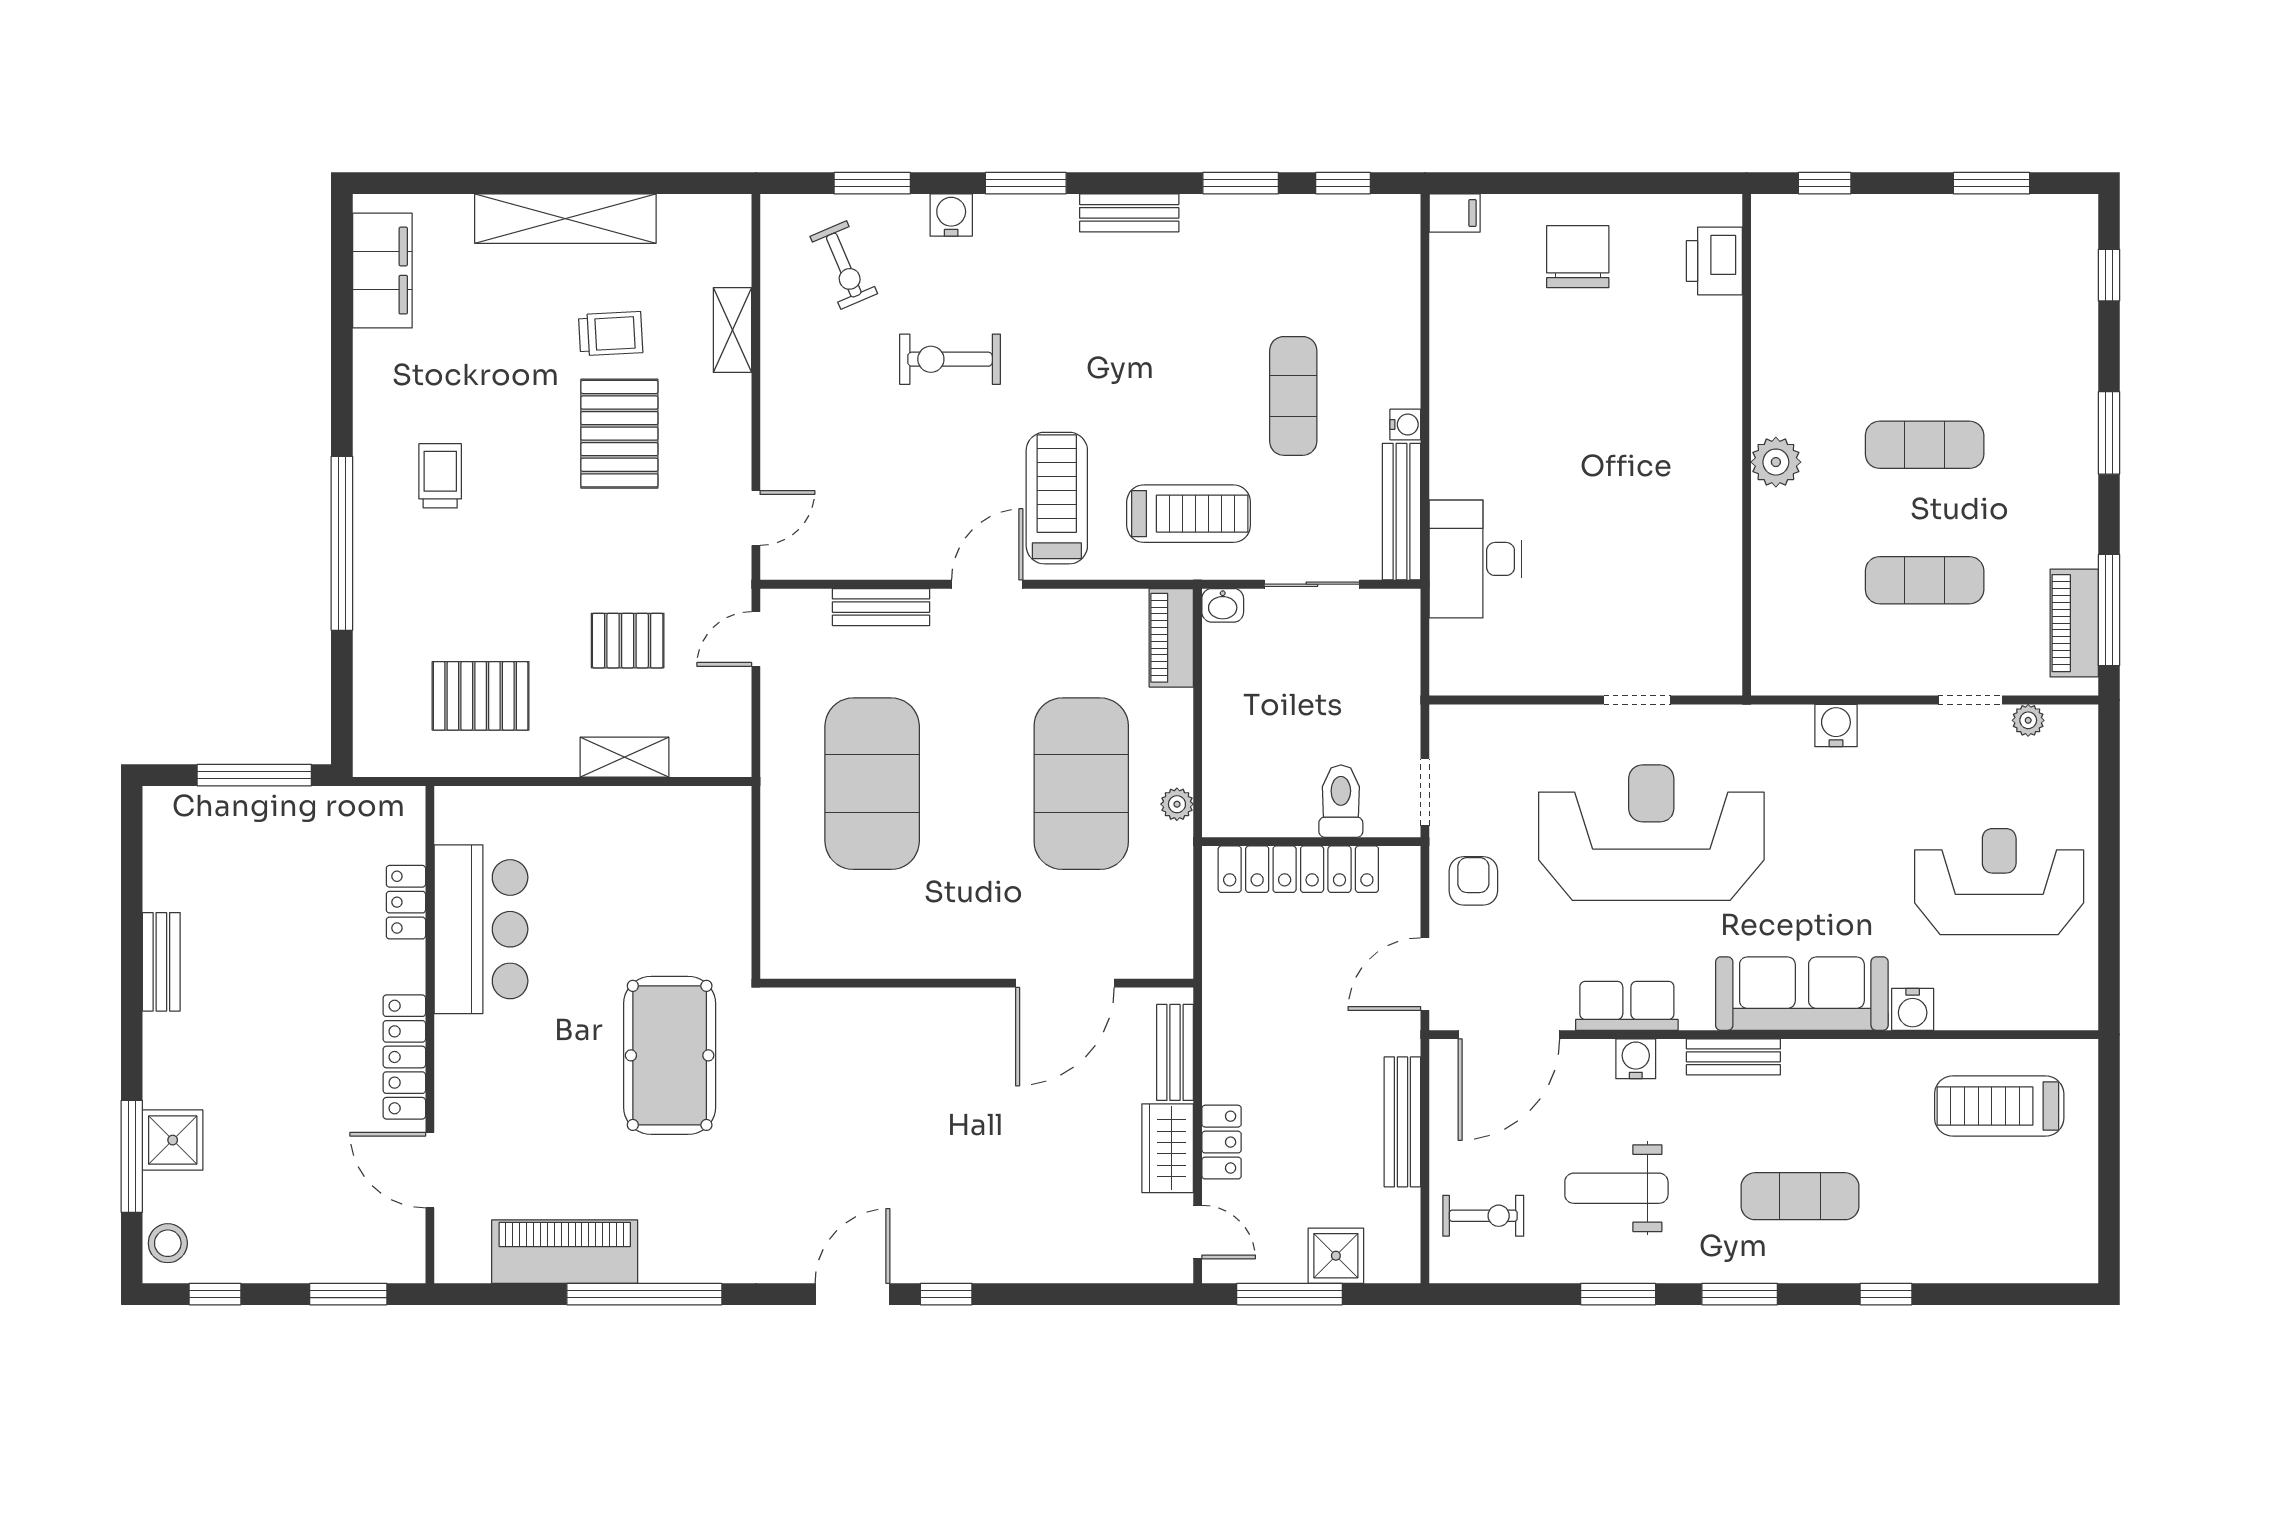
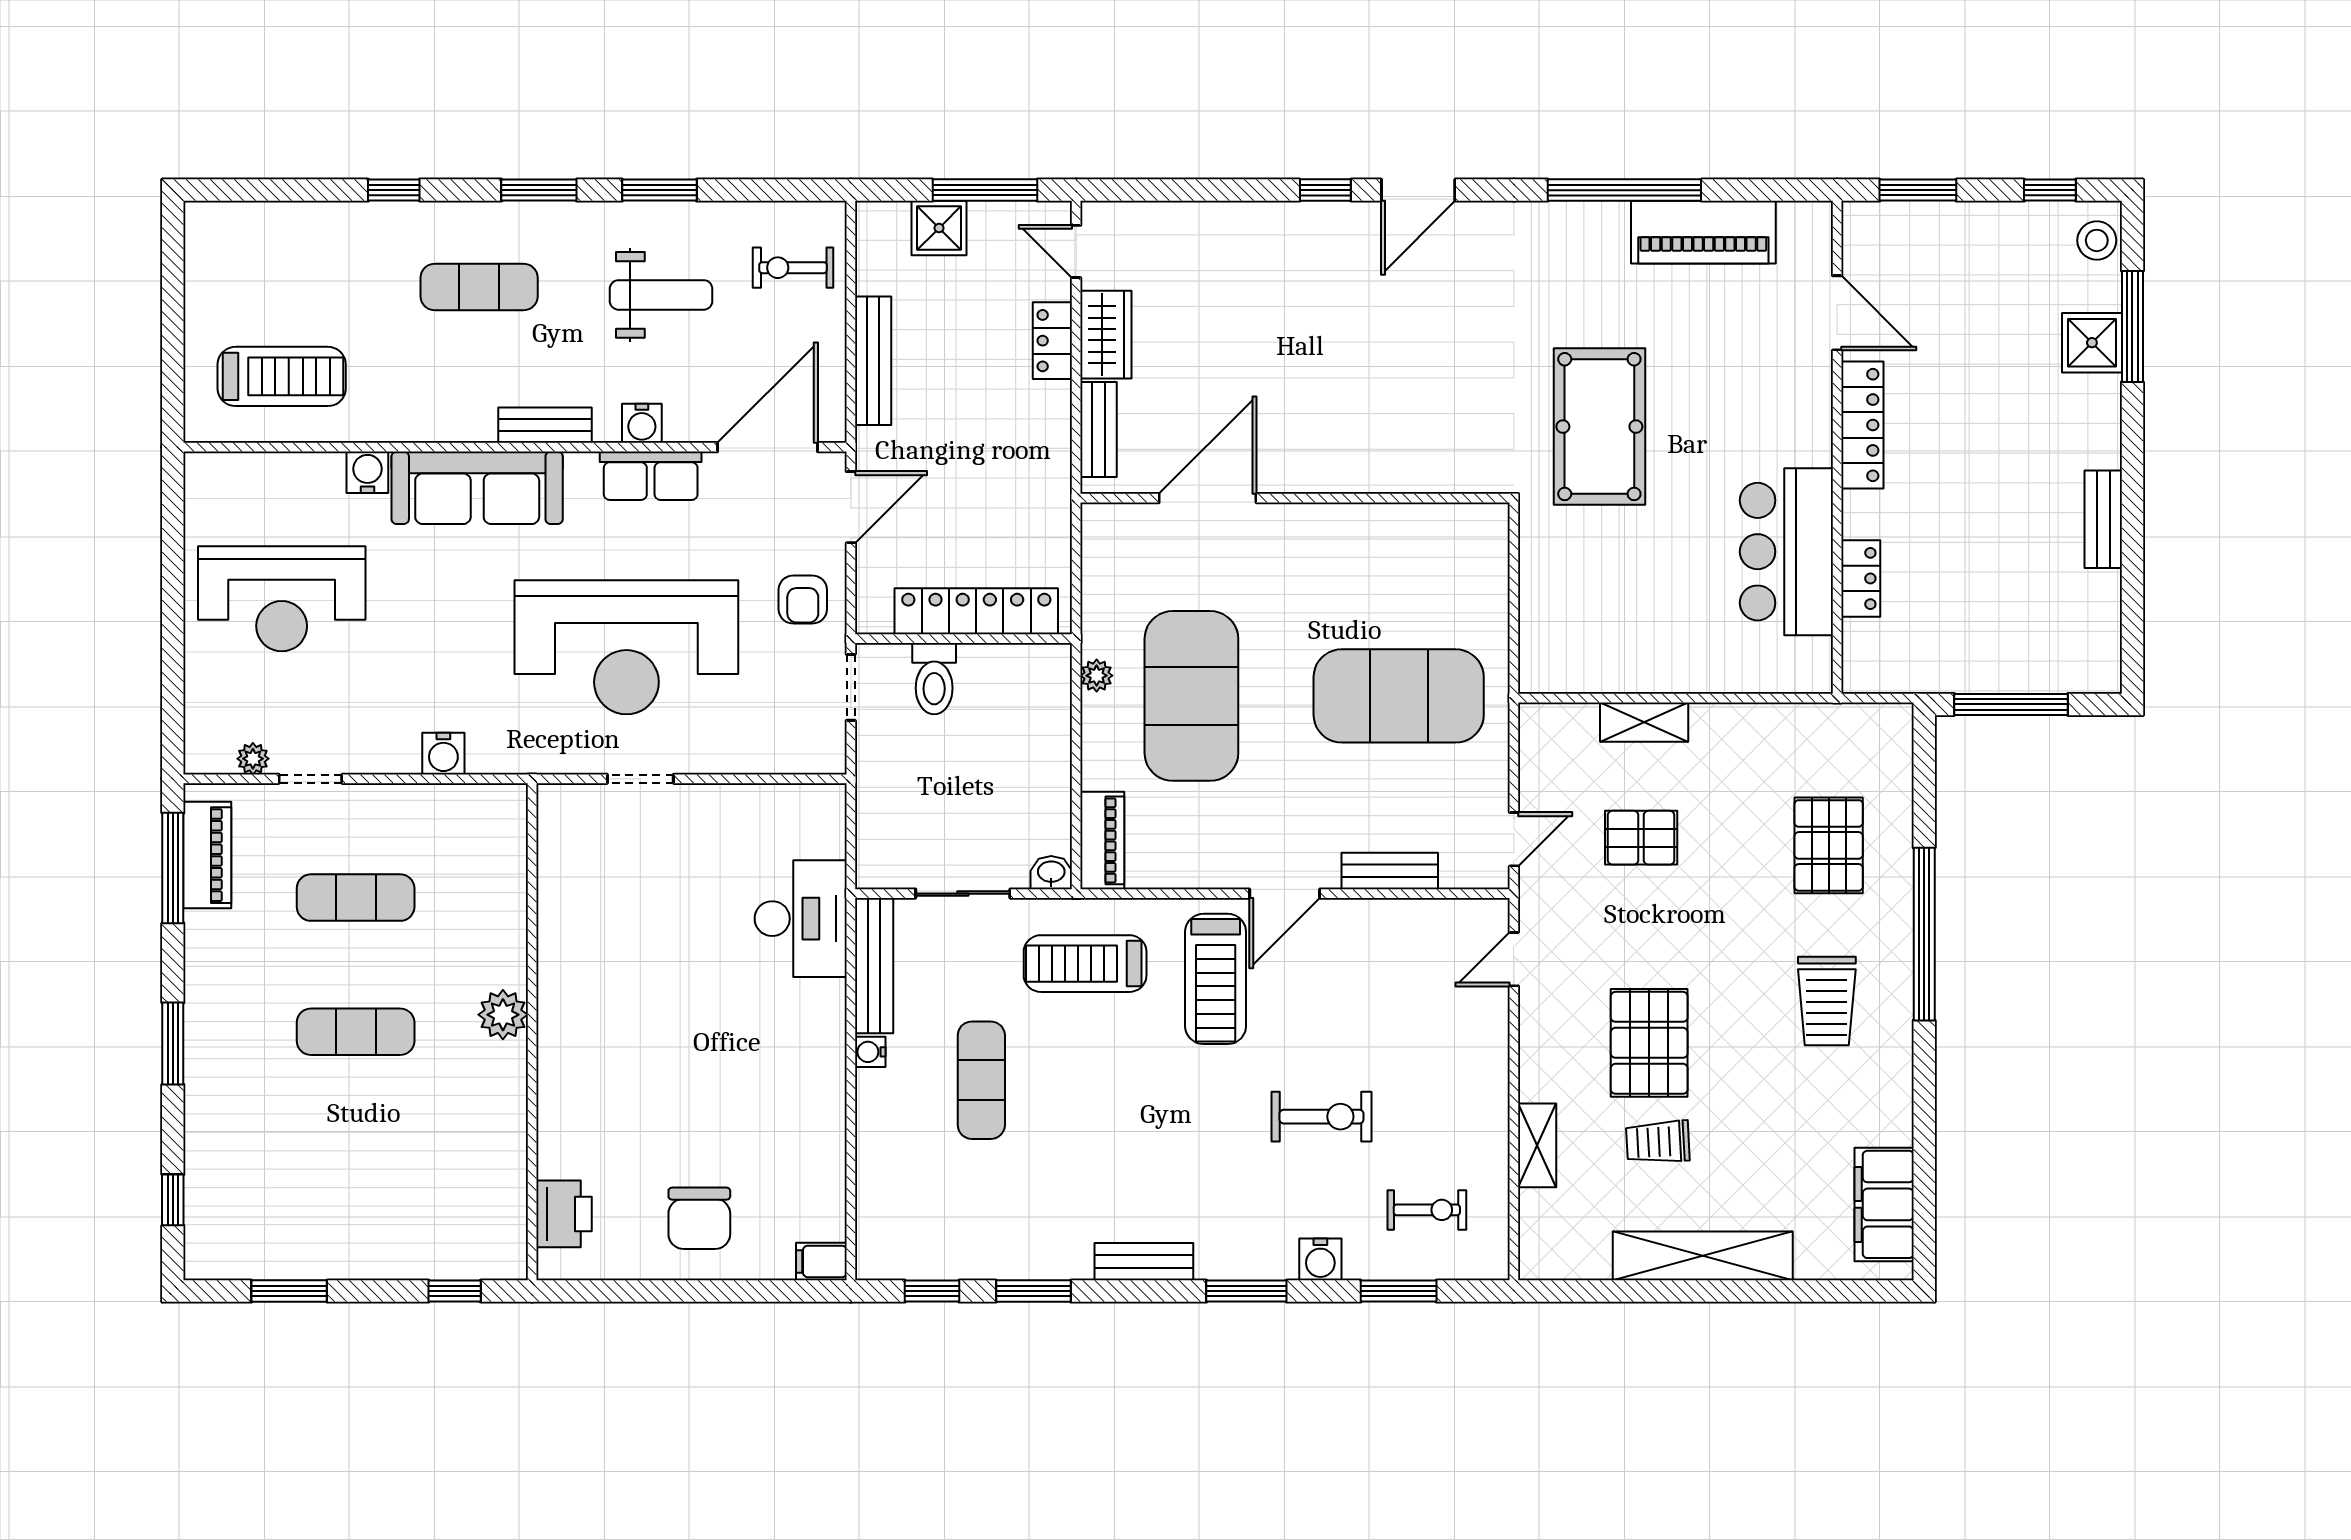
exercise bike: (844, 265) -> (1427, 1210), turned 113
trolley: (440, 476) -> (1827, 1001), width x1.36, depth x1.39
pallet: (481, 696) -> (1829, 845), moved, turned 90
exercise mat: (872, 784) -> (1399, 696), turned 90

